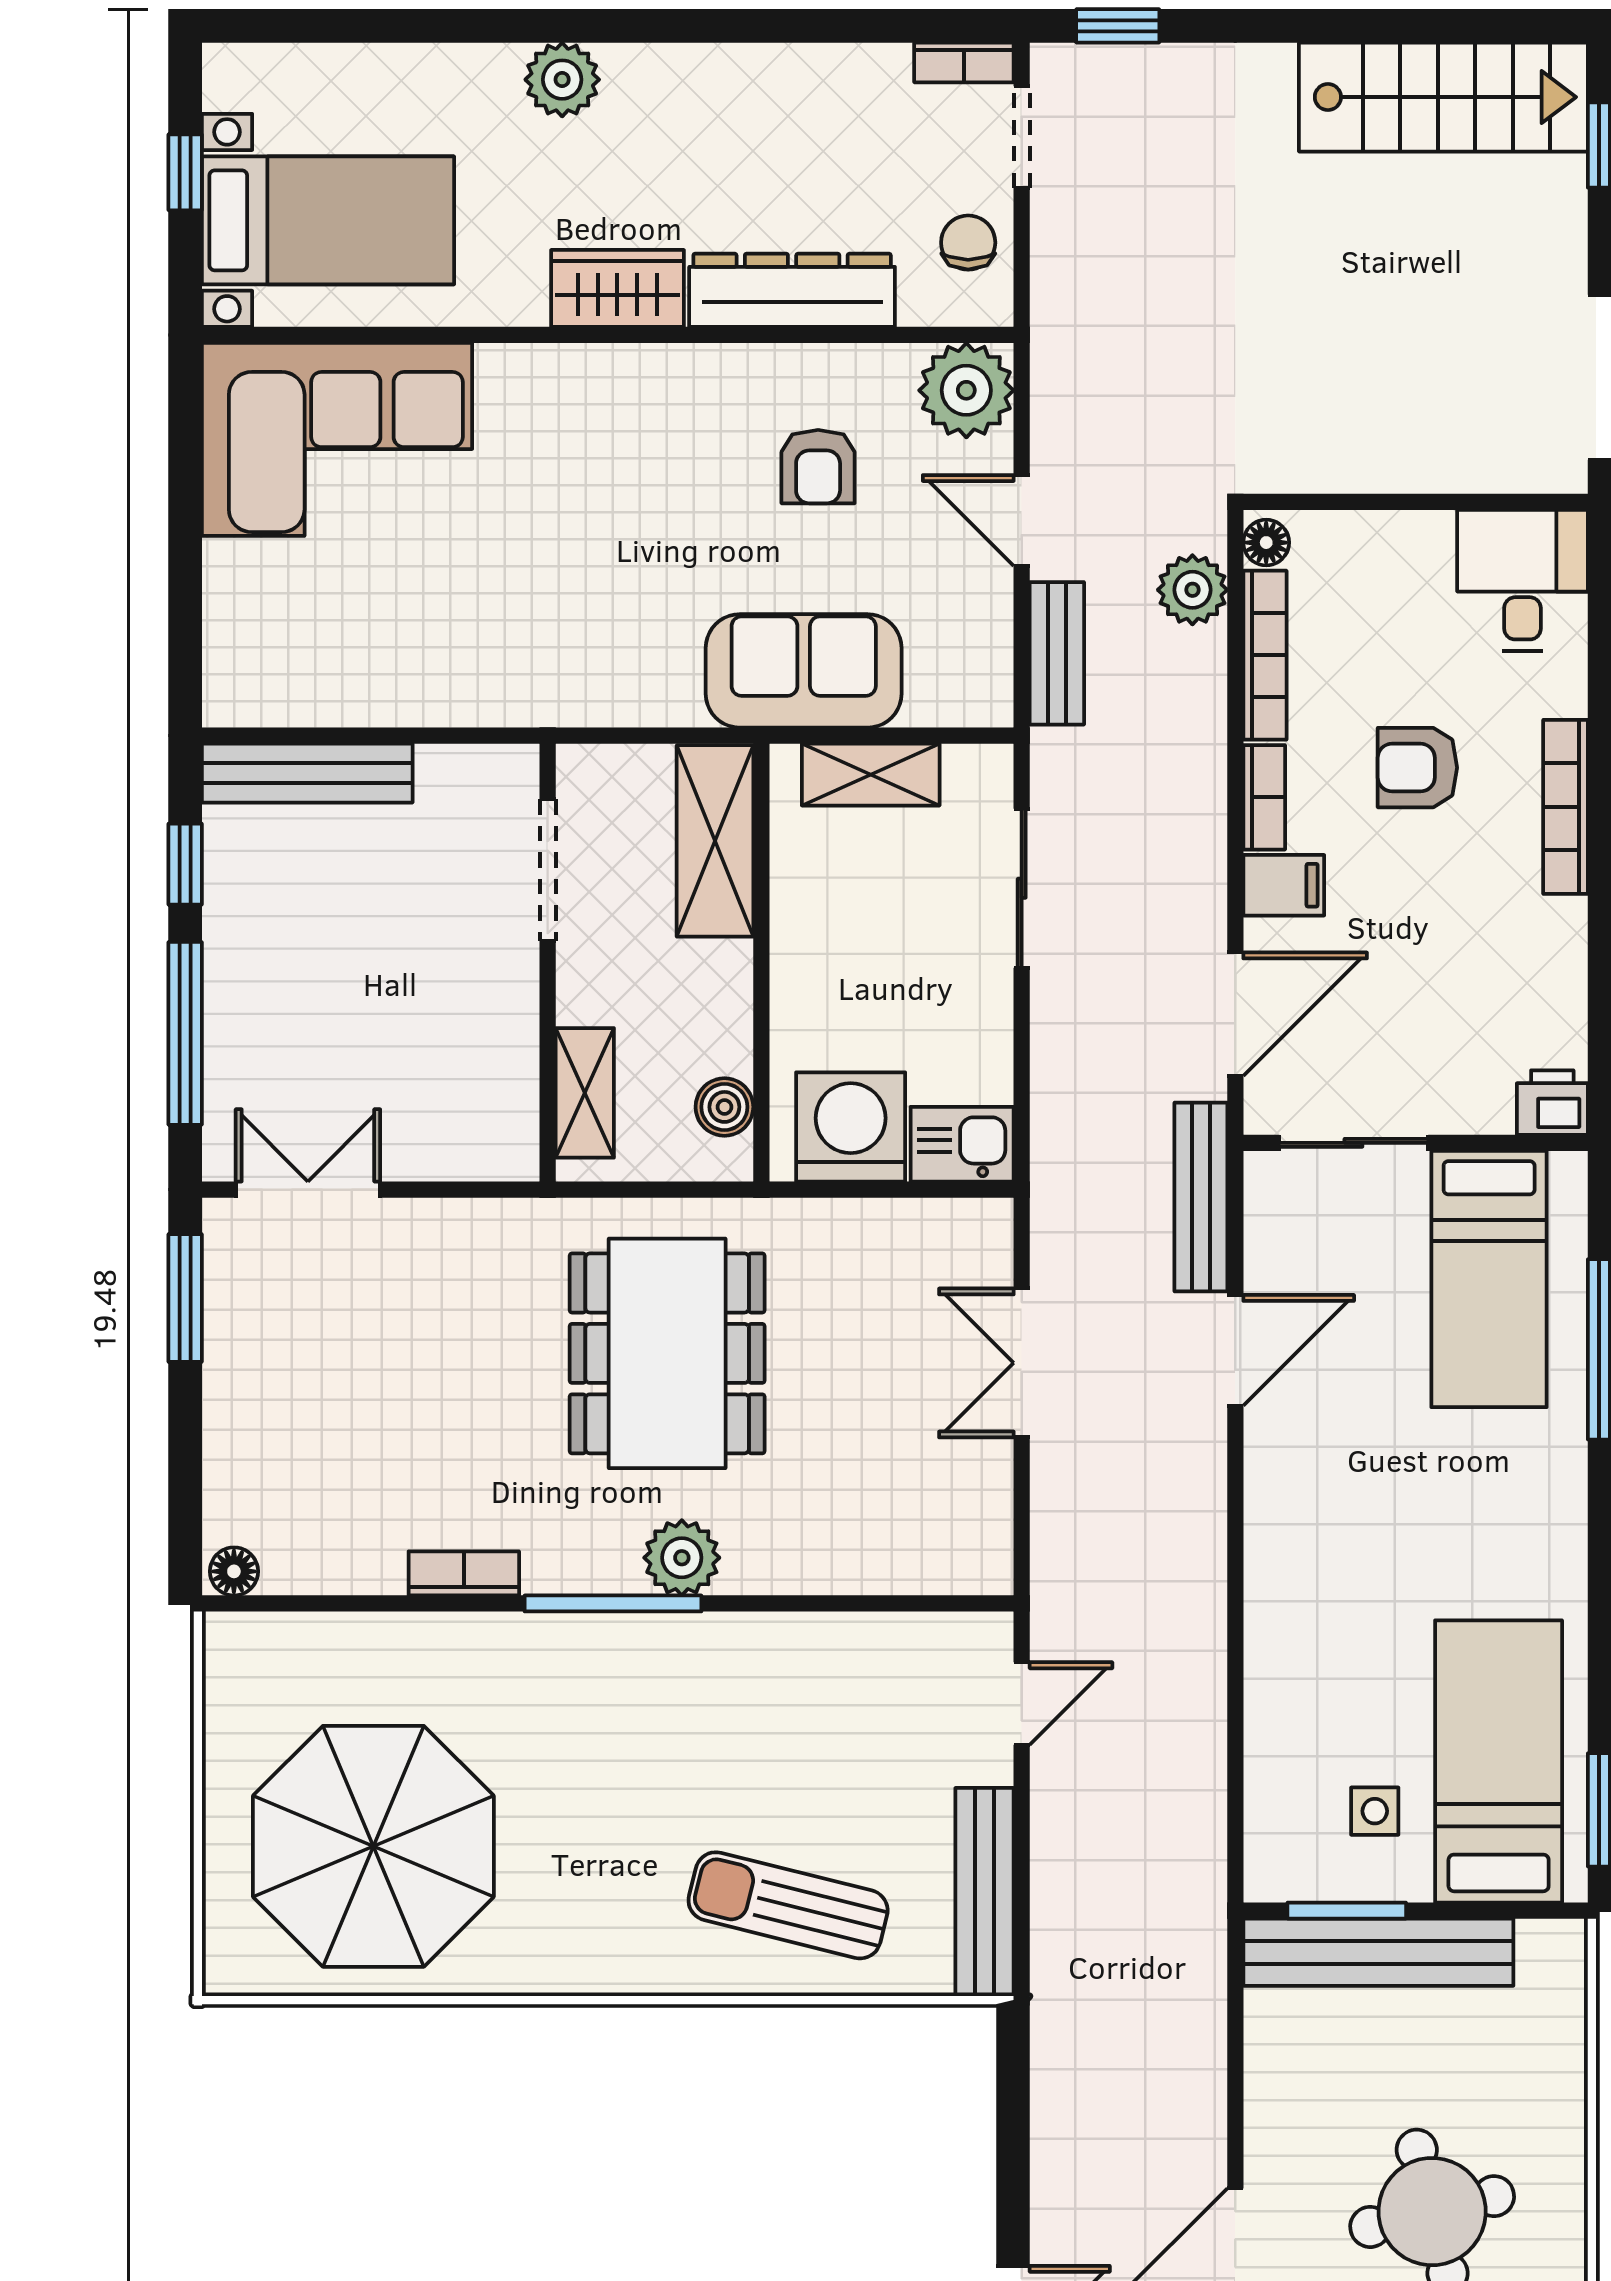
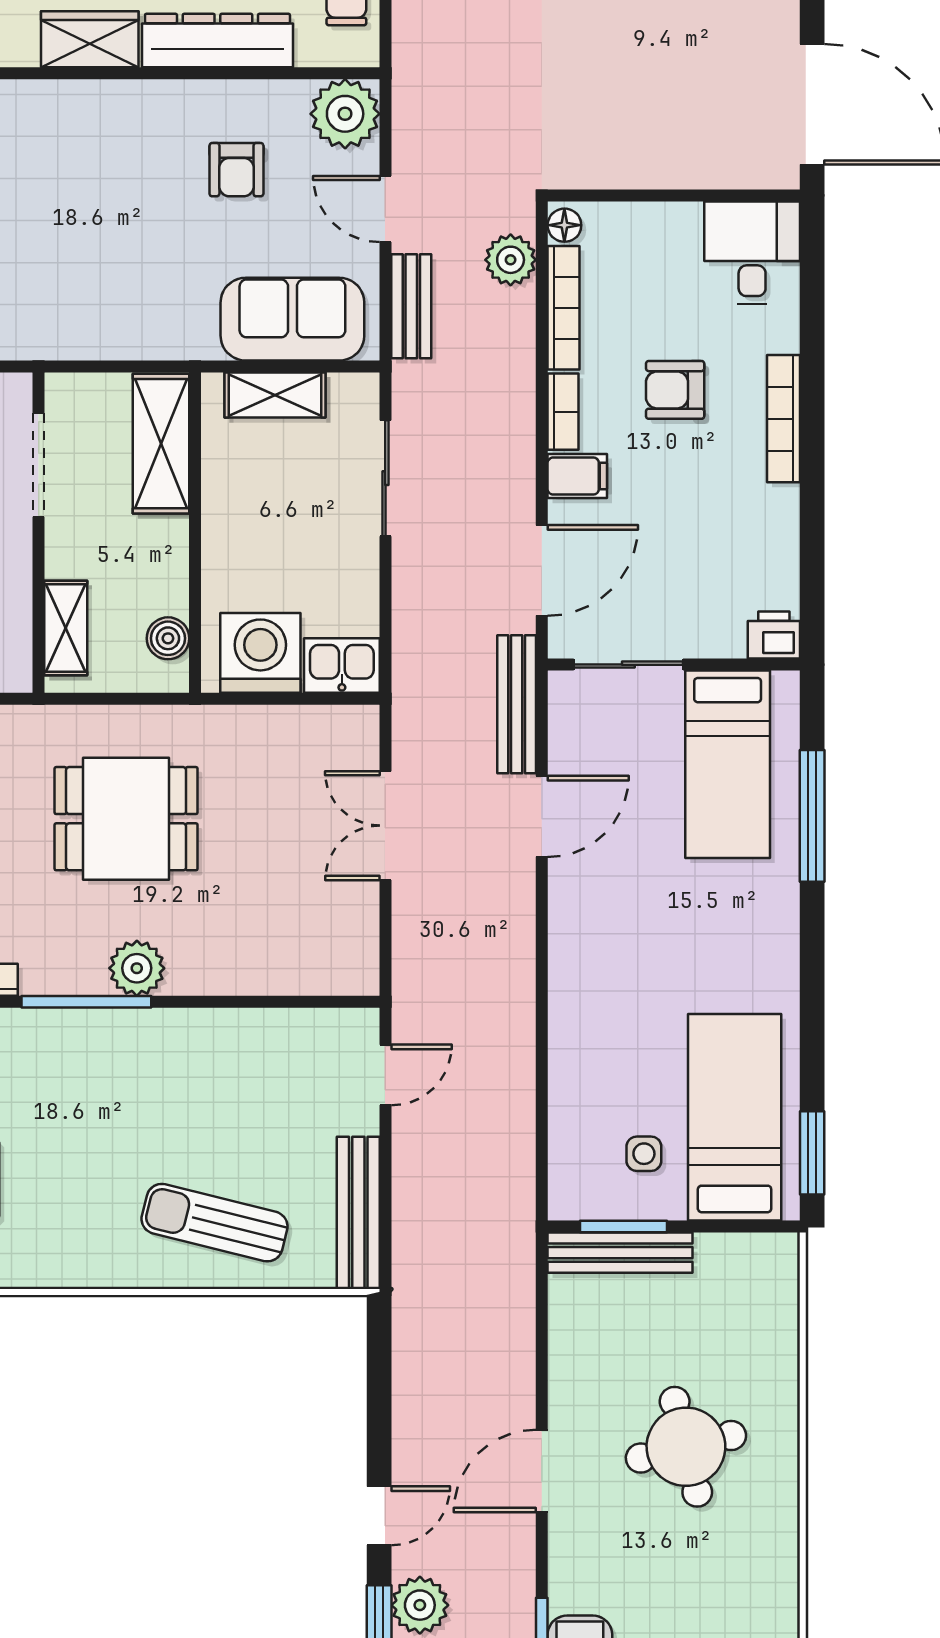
sofa: (804, 671) -> (292, 319), moved
dining table: (667, 1353) -> (126, 819), width x0.73
bench: (1378, 1952) -> (620, 1253), width x0.73, depth x0.82

